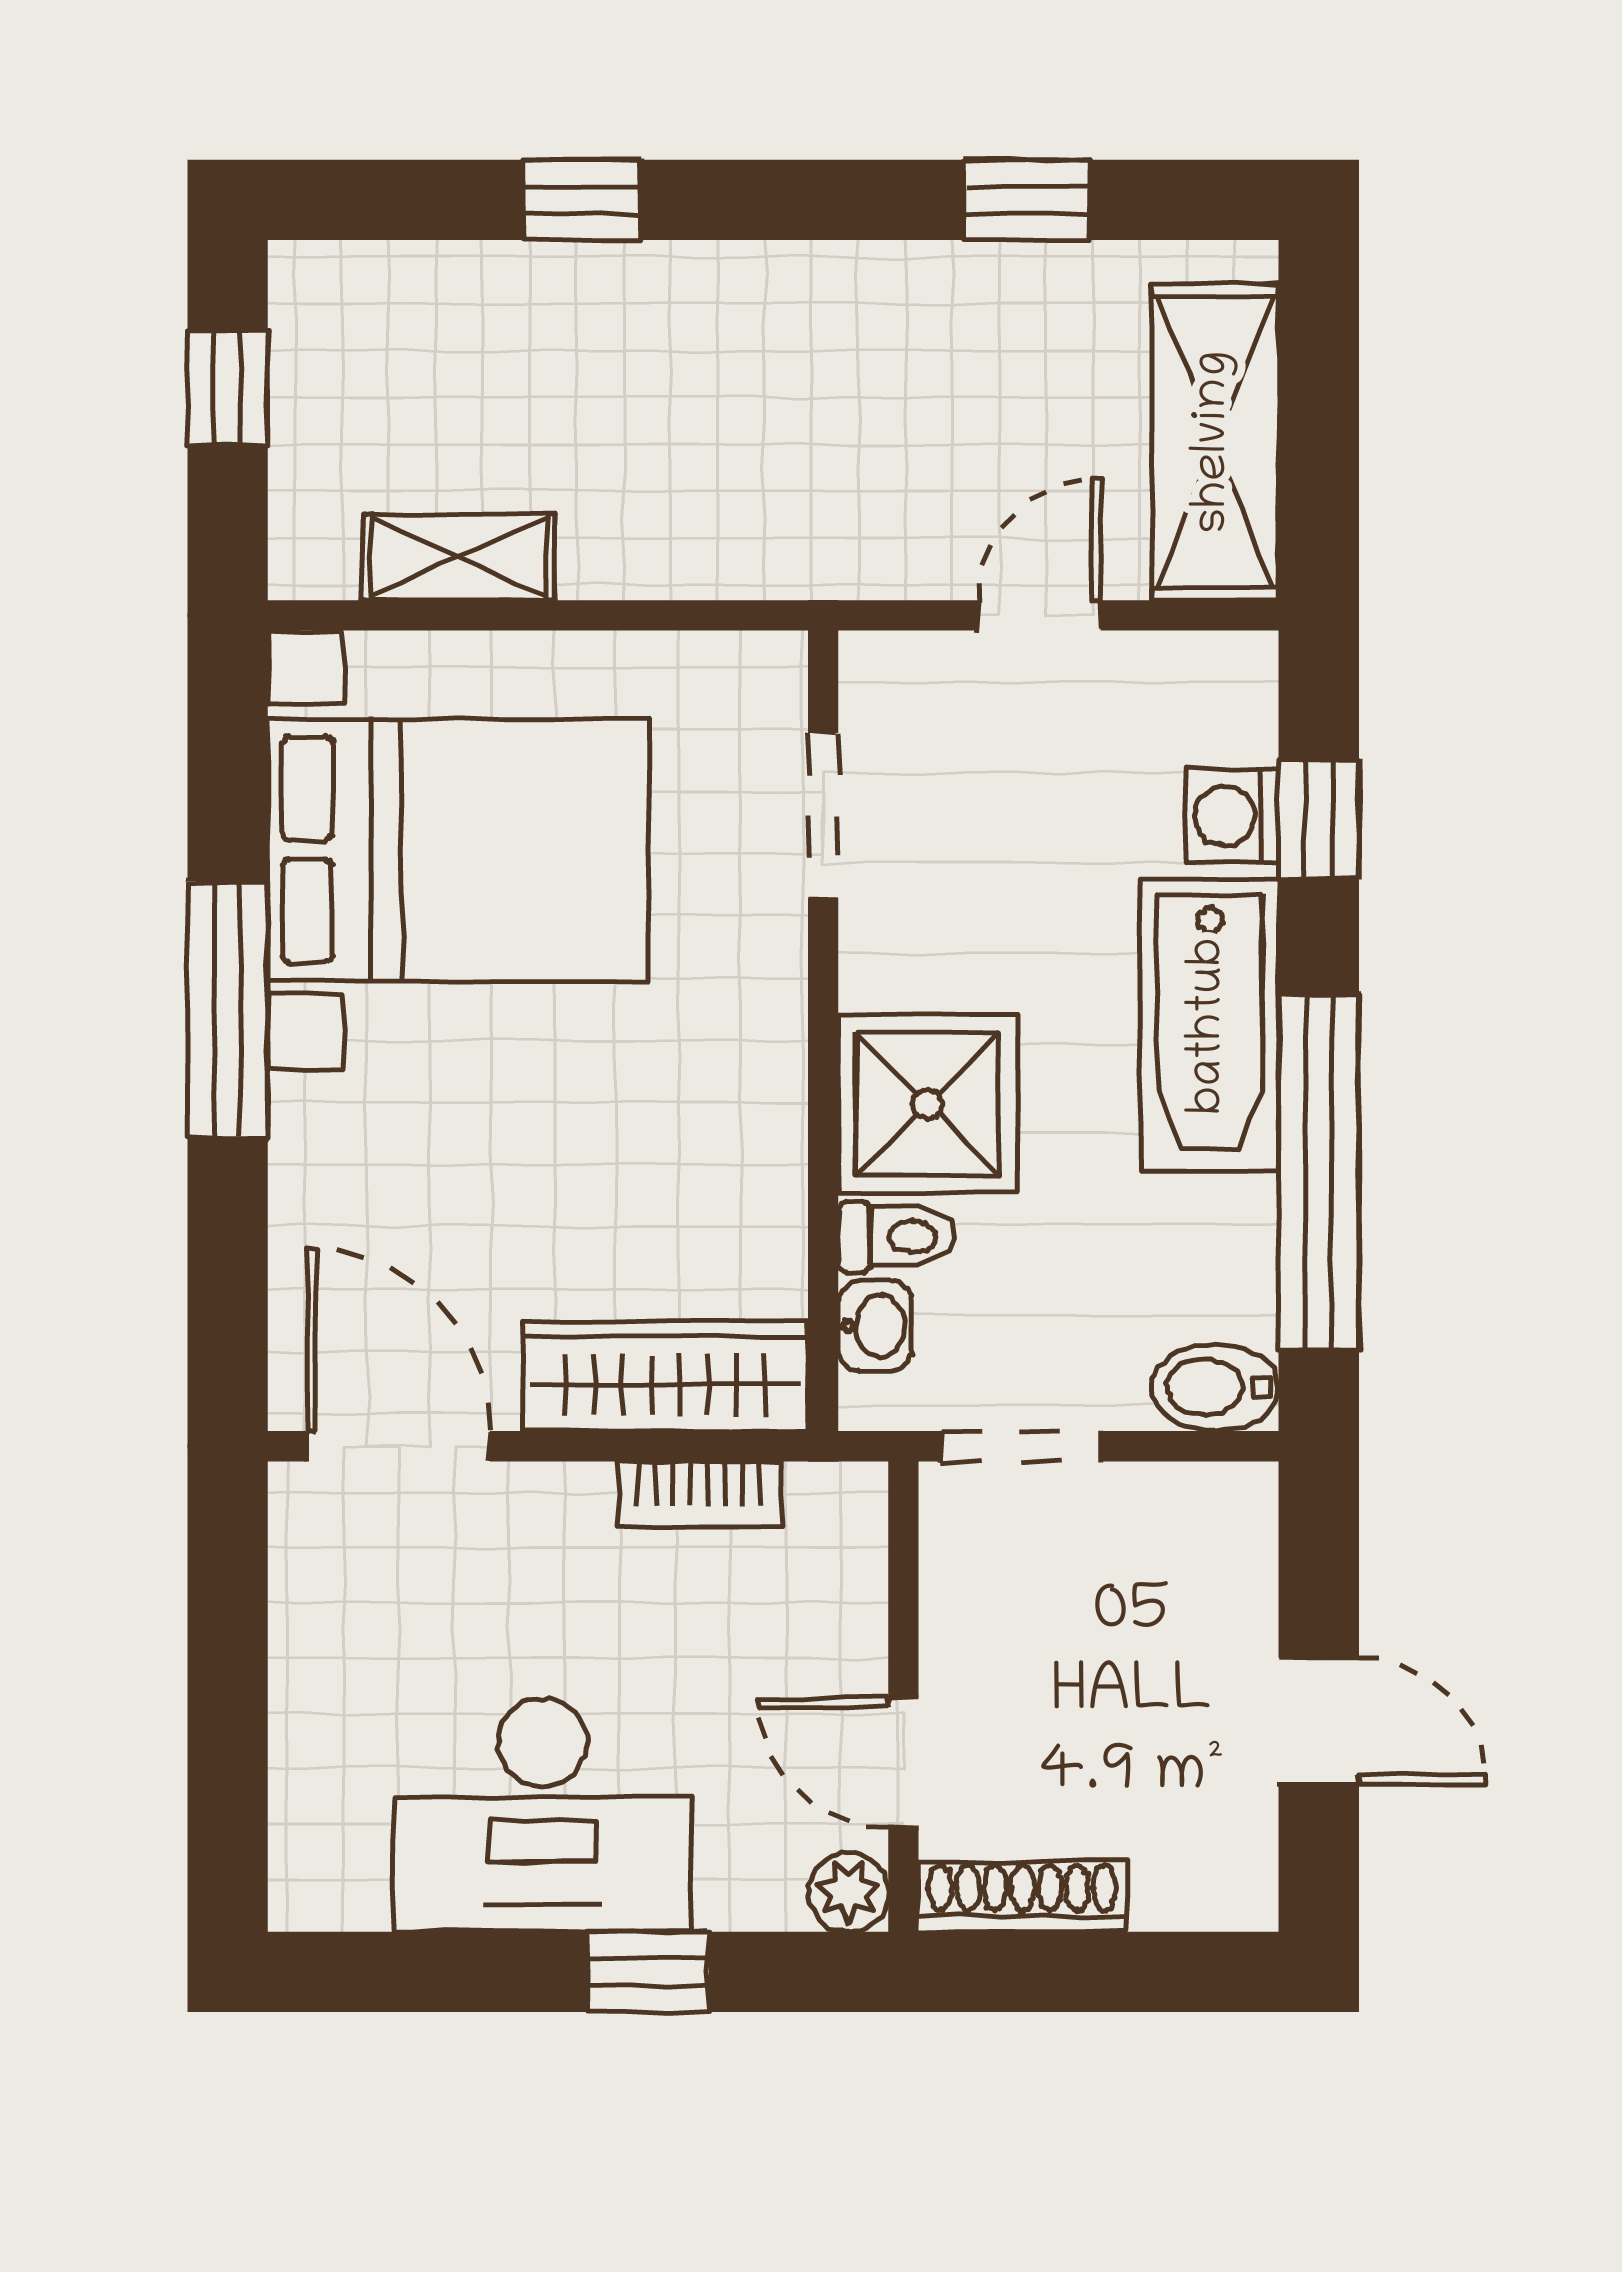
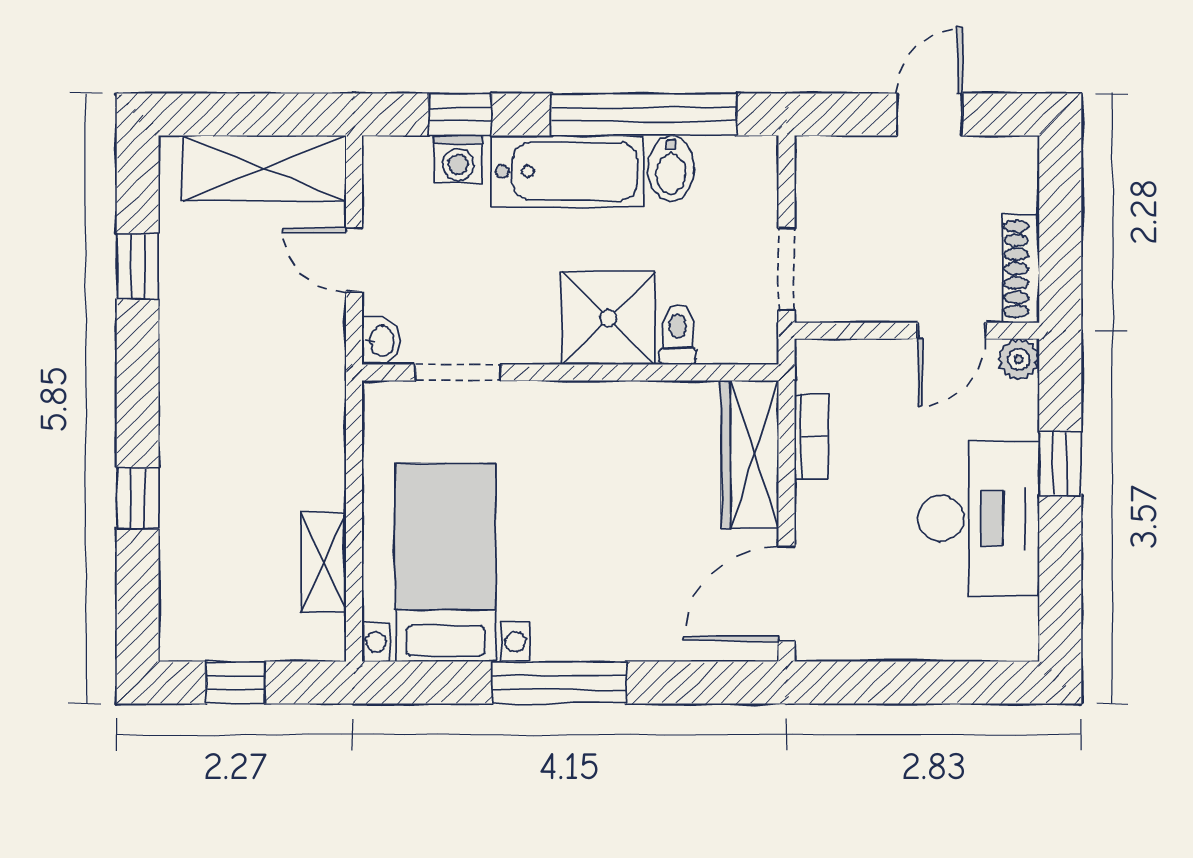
bed with nightstands: (458, 850) -> (446, 562), width x0.73
washbasin: (875, 1326) -> (381, 341), moved, turned 90
bidet: (1215, 1387) -> (671, 168), moved

